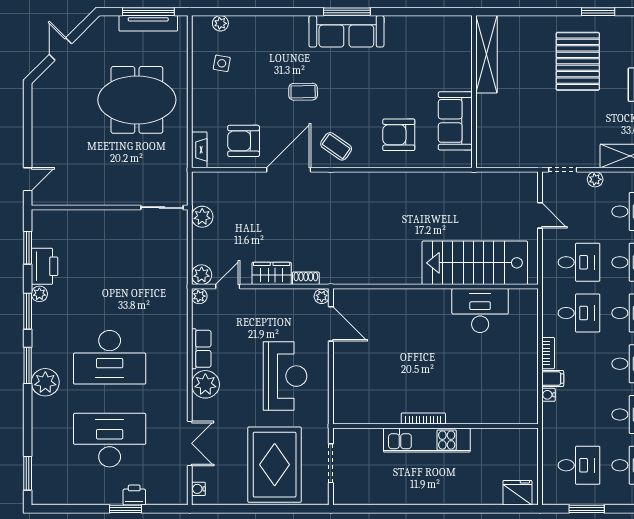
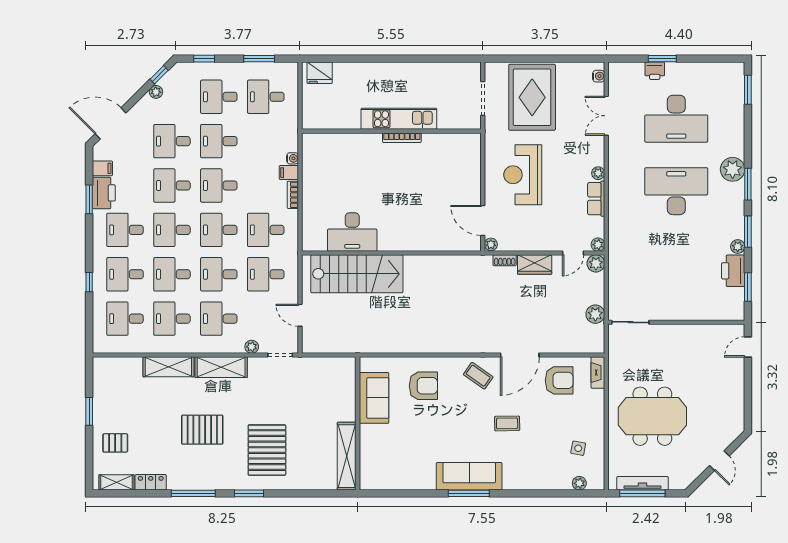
plant: (205, 384) -> (598, 173), width x0.53, depth x0.53

